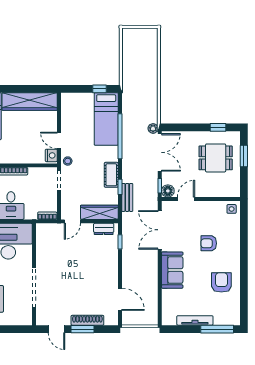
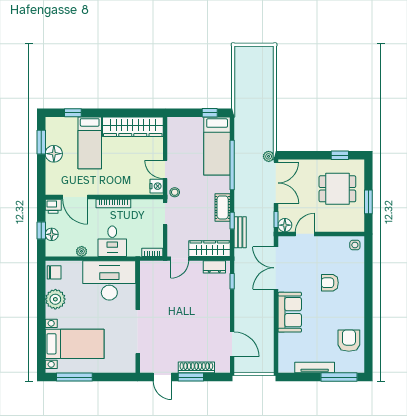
window: (244, 156) -> (368, 202), moved
armchair: (221, 282) -> (349, 341), moved

